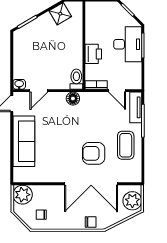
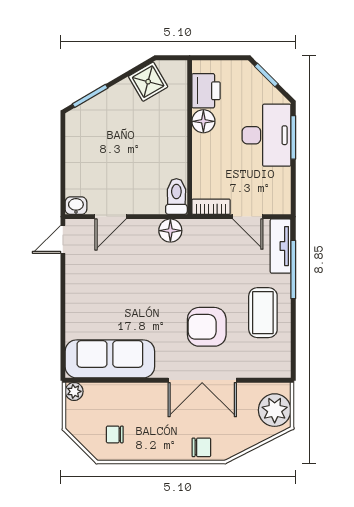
floor lamp: (92, 36) -> (203, 121), added
printer: (93, 54) -> (206, 91), moved
sofa: (24, 141) -> (110, 359), moved, turned -90
double door: (91, 184) -> (202, 380), width x0.73
plant: (23, 195) -> (74, 391), width x0.53, depth x0.53

